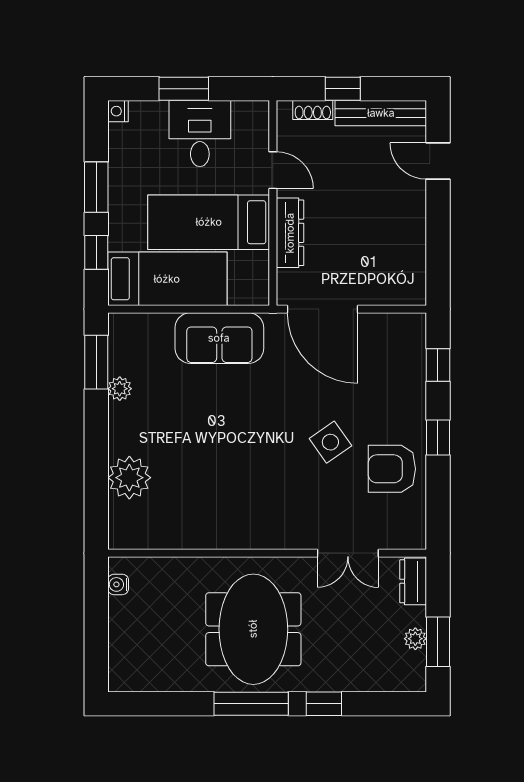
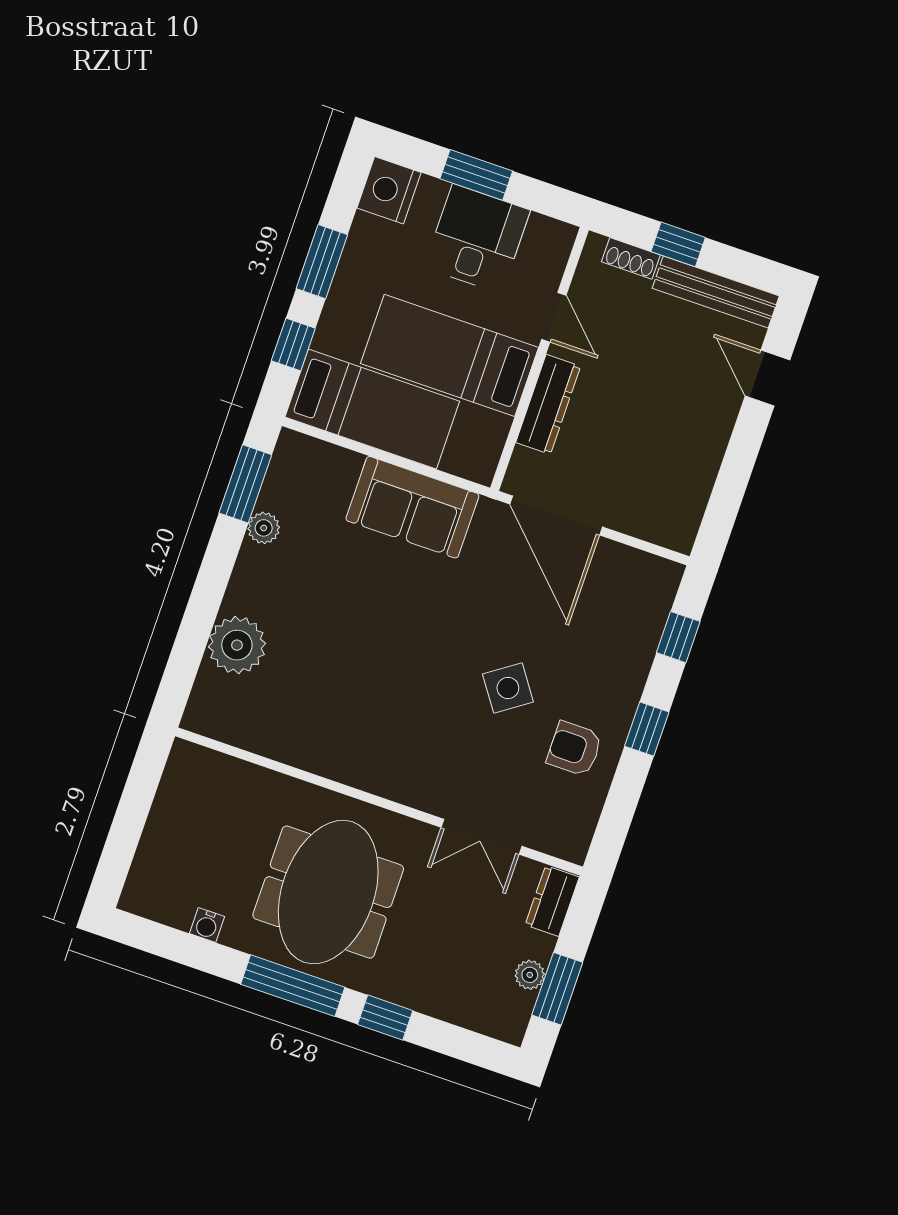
nightstand: (118, 111) -> (389, 190), width x1.89, depth x1.79
armchair: (392, 469) -> (574, 749), width x0.72, depth x0.72
water cooler: (118, 584) -> (207, 925), moved, turned -90

